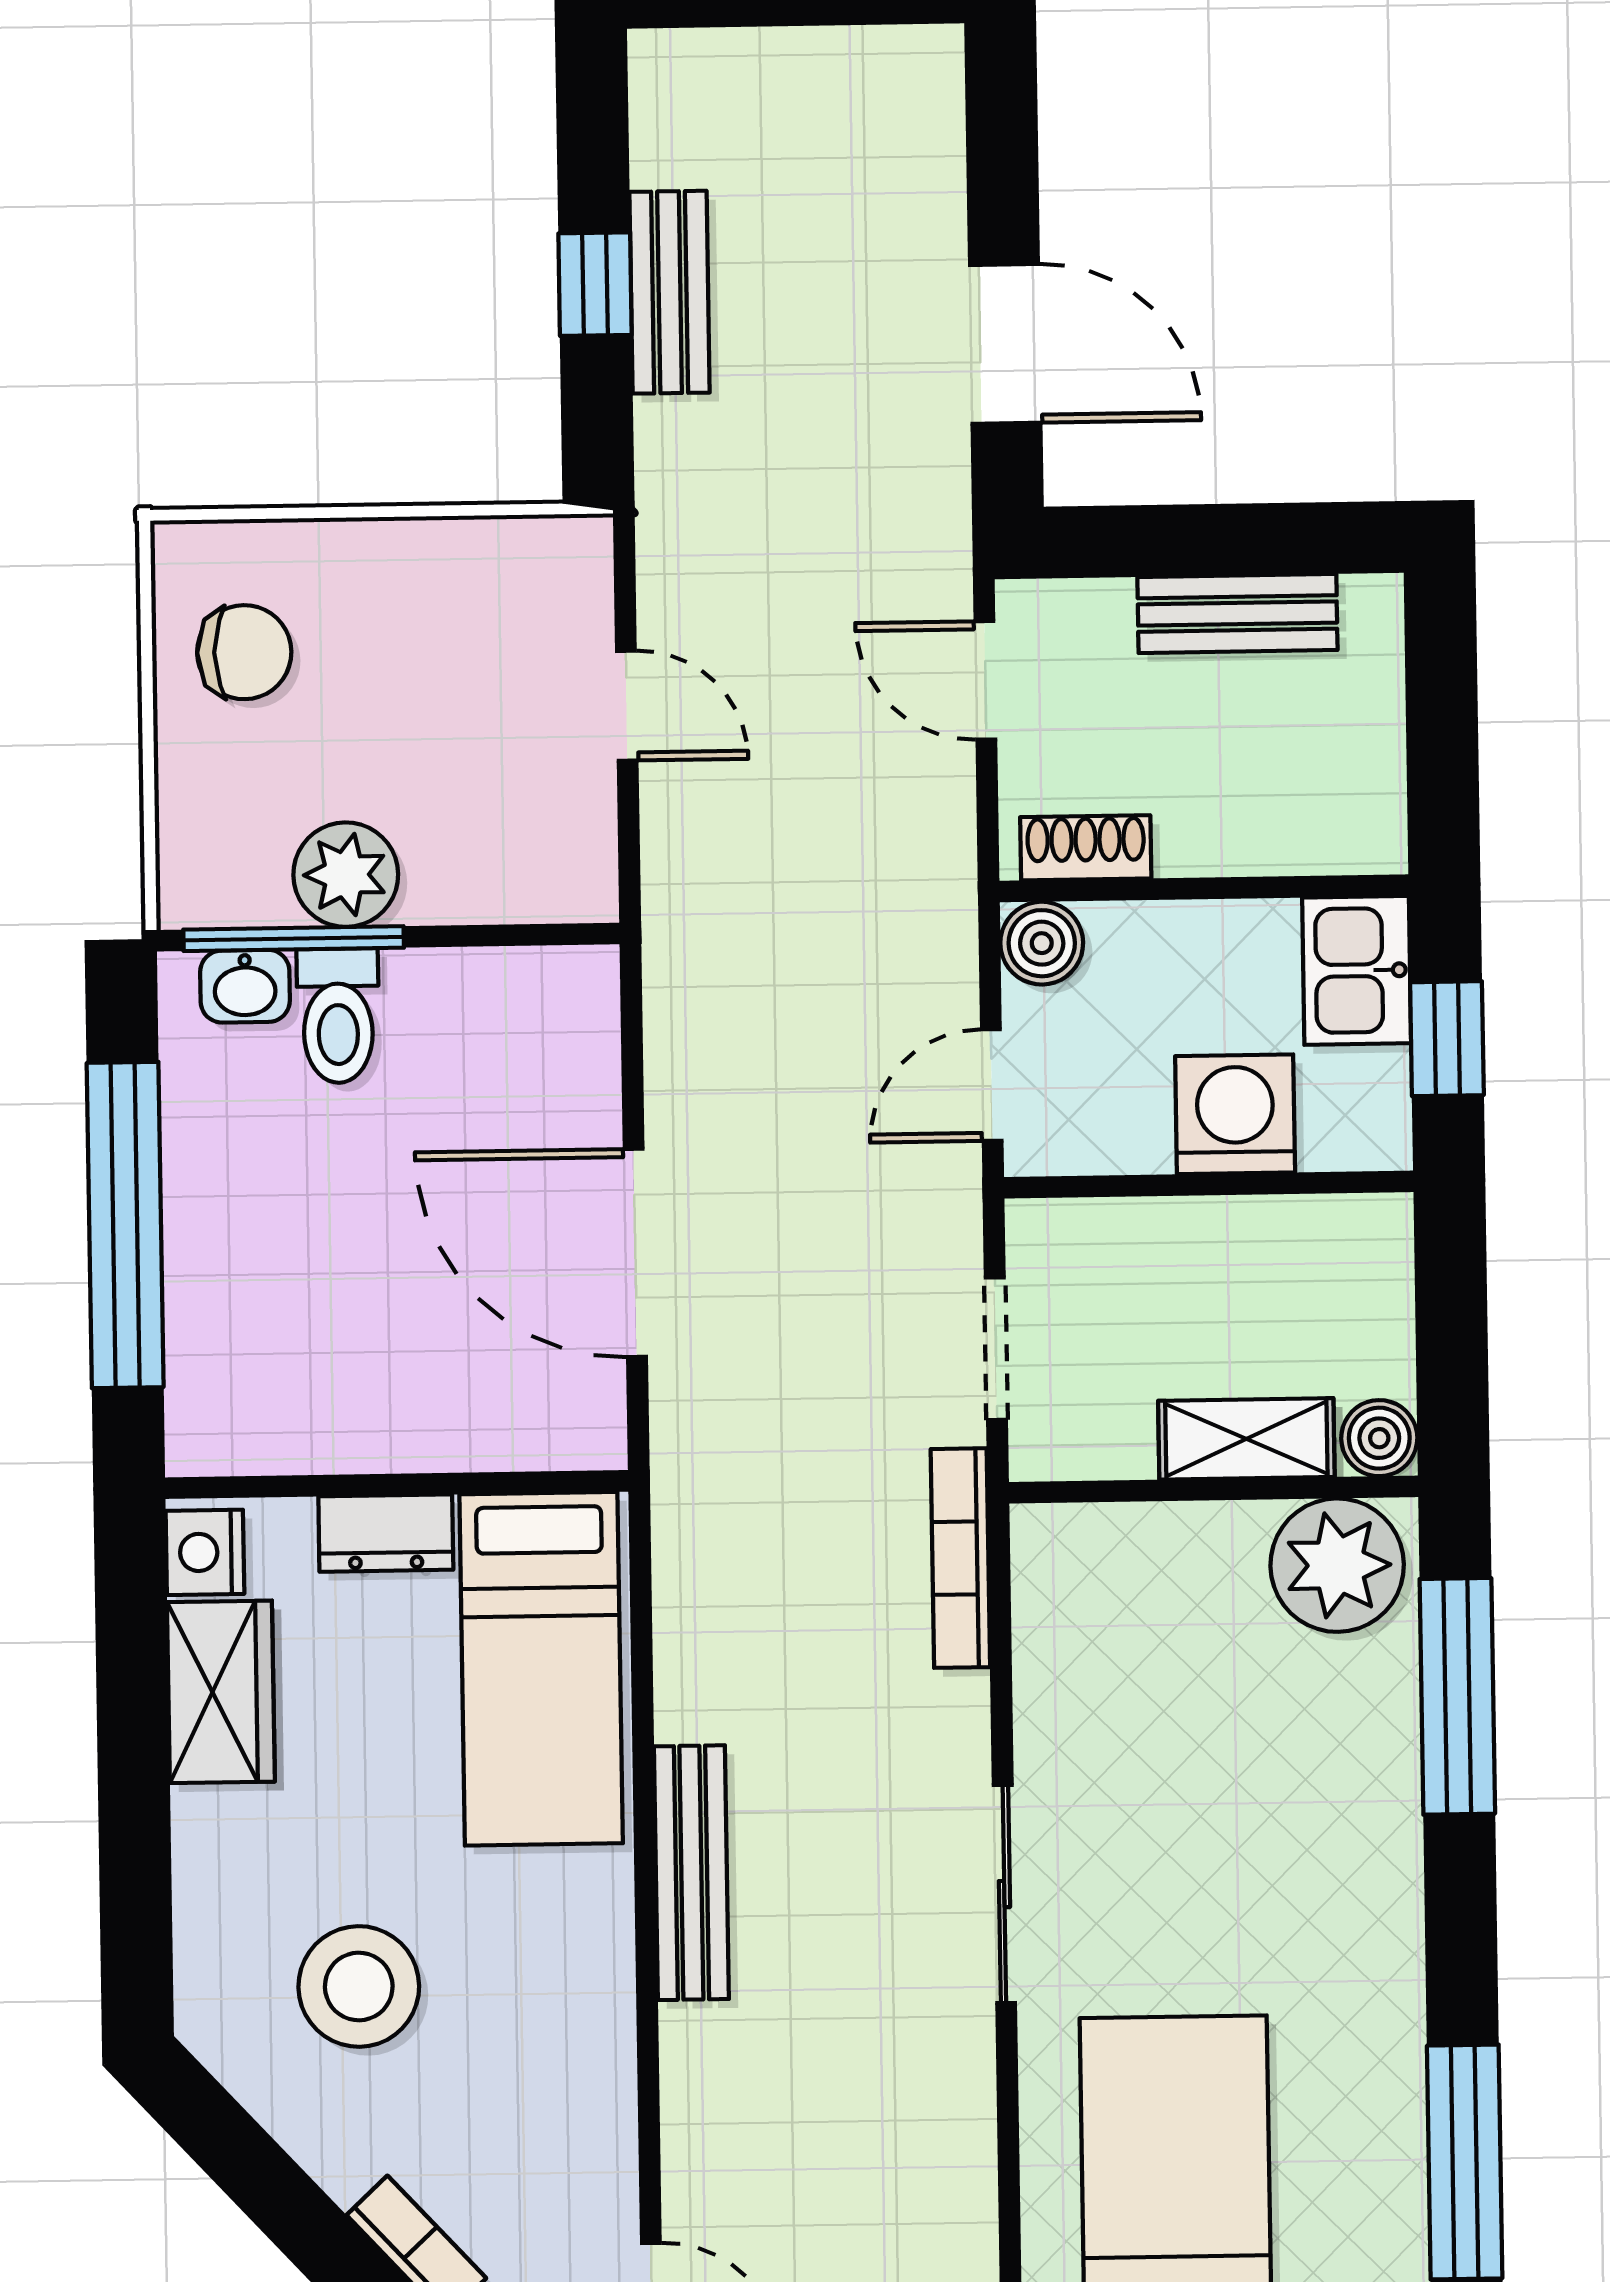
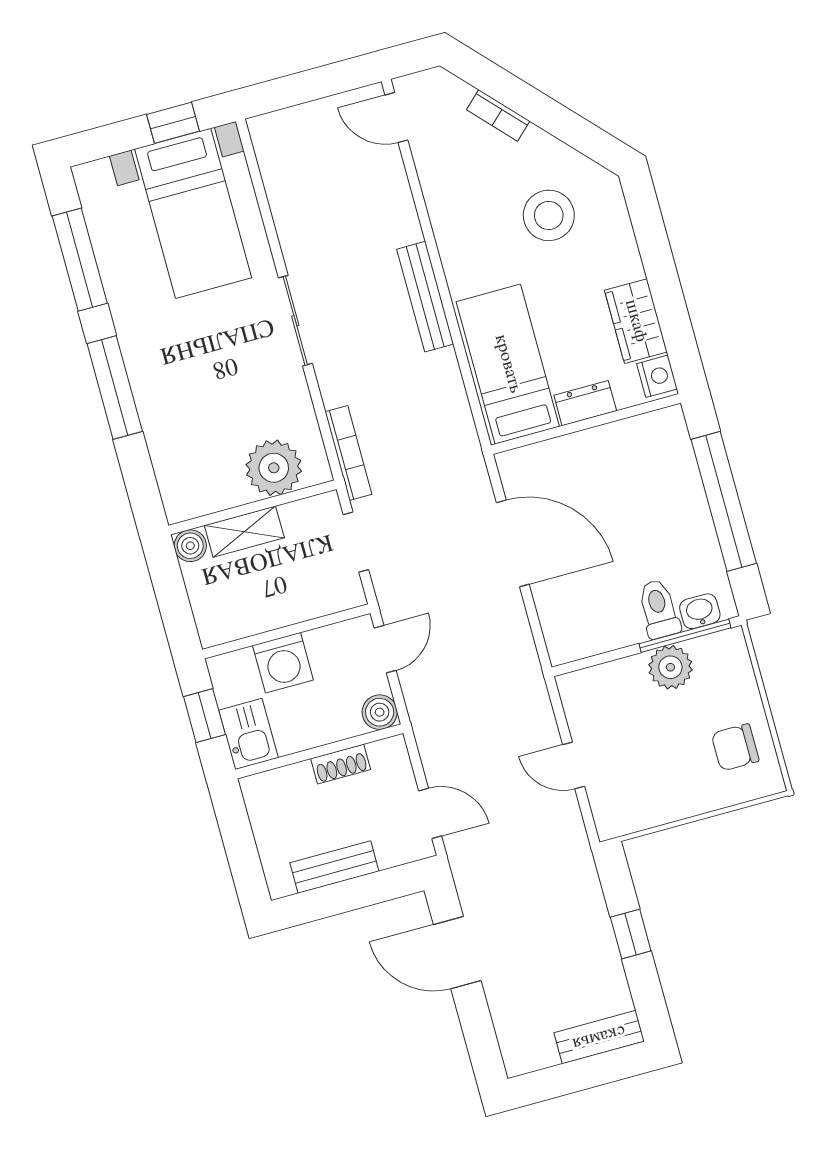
bench: (670, 292) -> (599, 1037), moved, turned 90
shoe rack: (1086, 848) -> (341, 764), moved
plant: (1337, 1565) -> (274, 468), moved
window: (1457, 1696) -> (115, 387), moved

